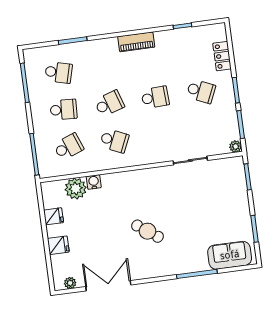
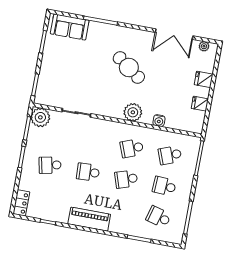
piano: (136, 42) -> (89, 219), width x1.37, depth x1.33
locker: (222, 56) -> (21, 203), moved
school desk: (201, 91) -> (50, 165), turned -36
school desk: (114, 141) -> (132, 148), turned -45
plant: (236, 146) -> (40, 117), width x1.87, depth x1.87
plant: (76, 189) -> (133, 112), moved
cafe table: (147, 231) -> (129, 68), width x1.37, depth x1.35

